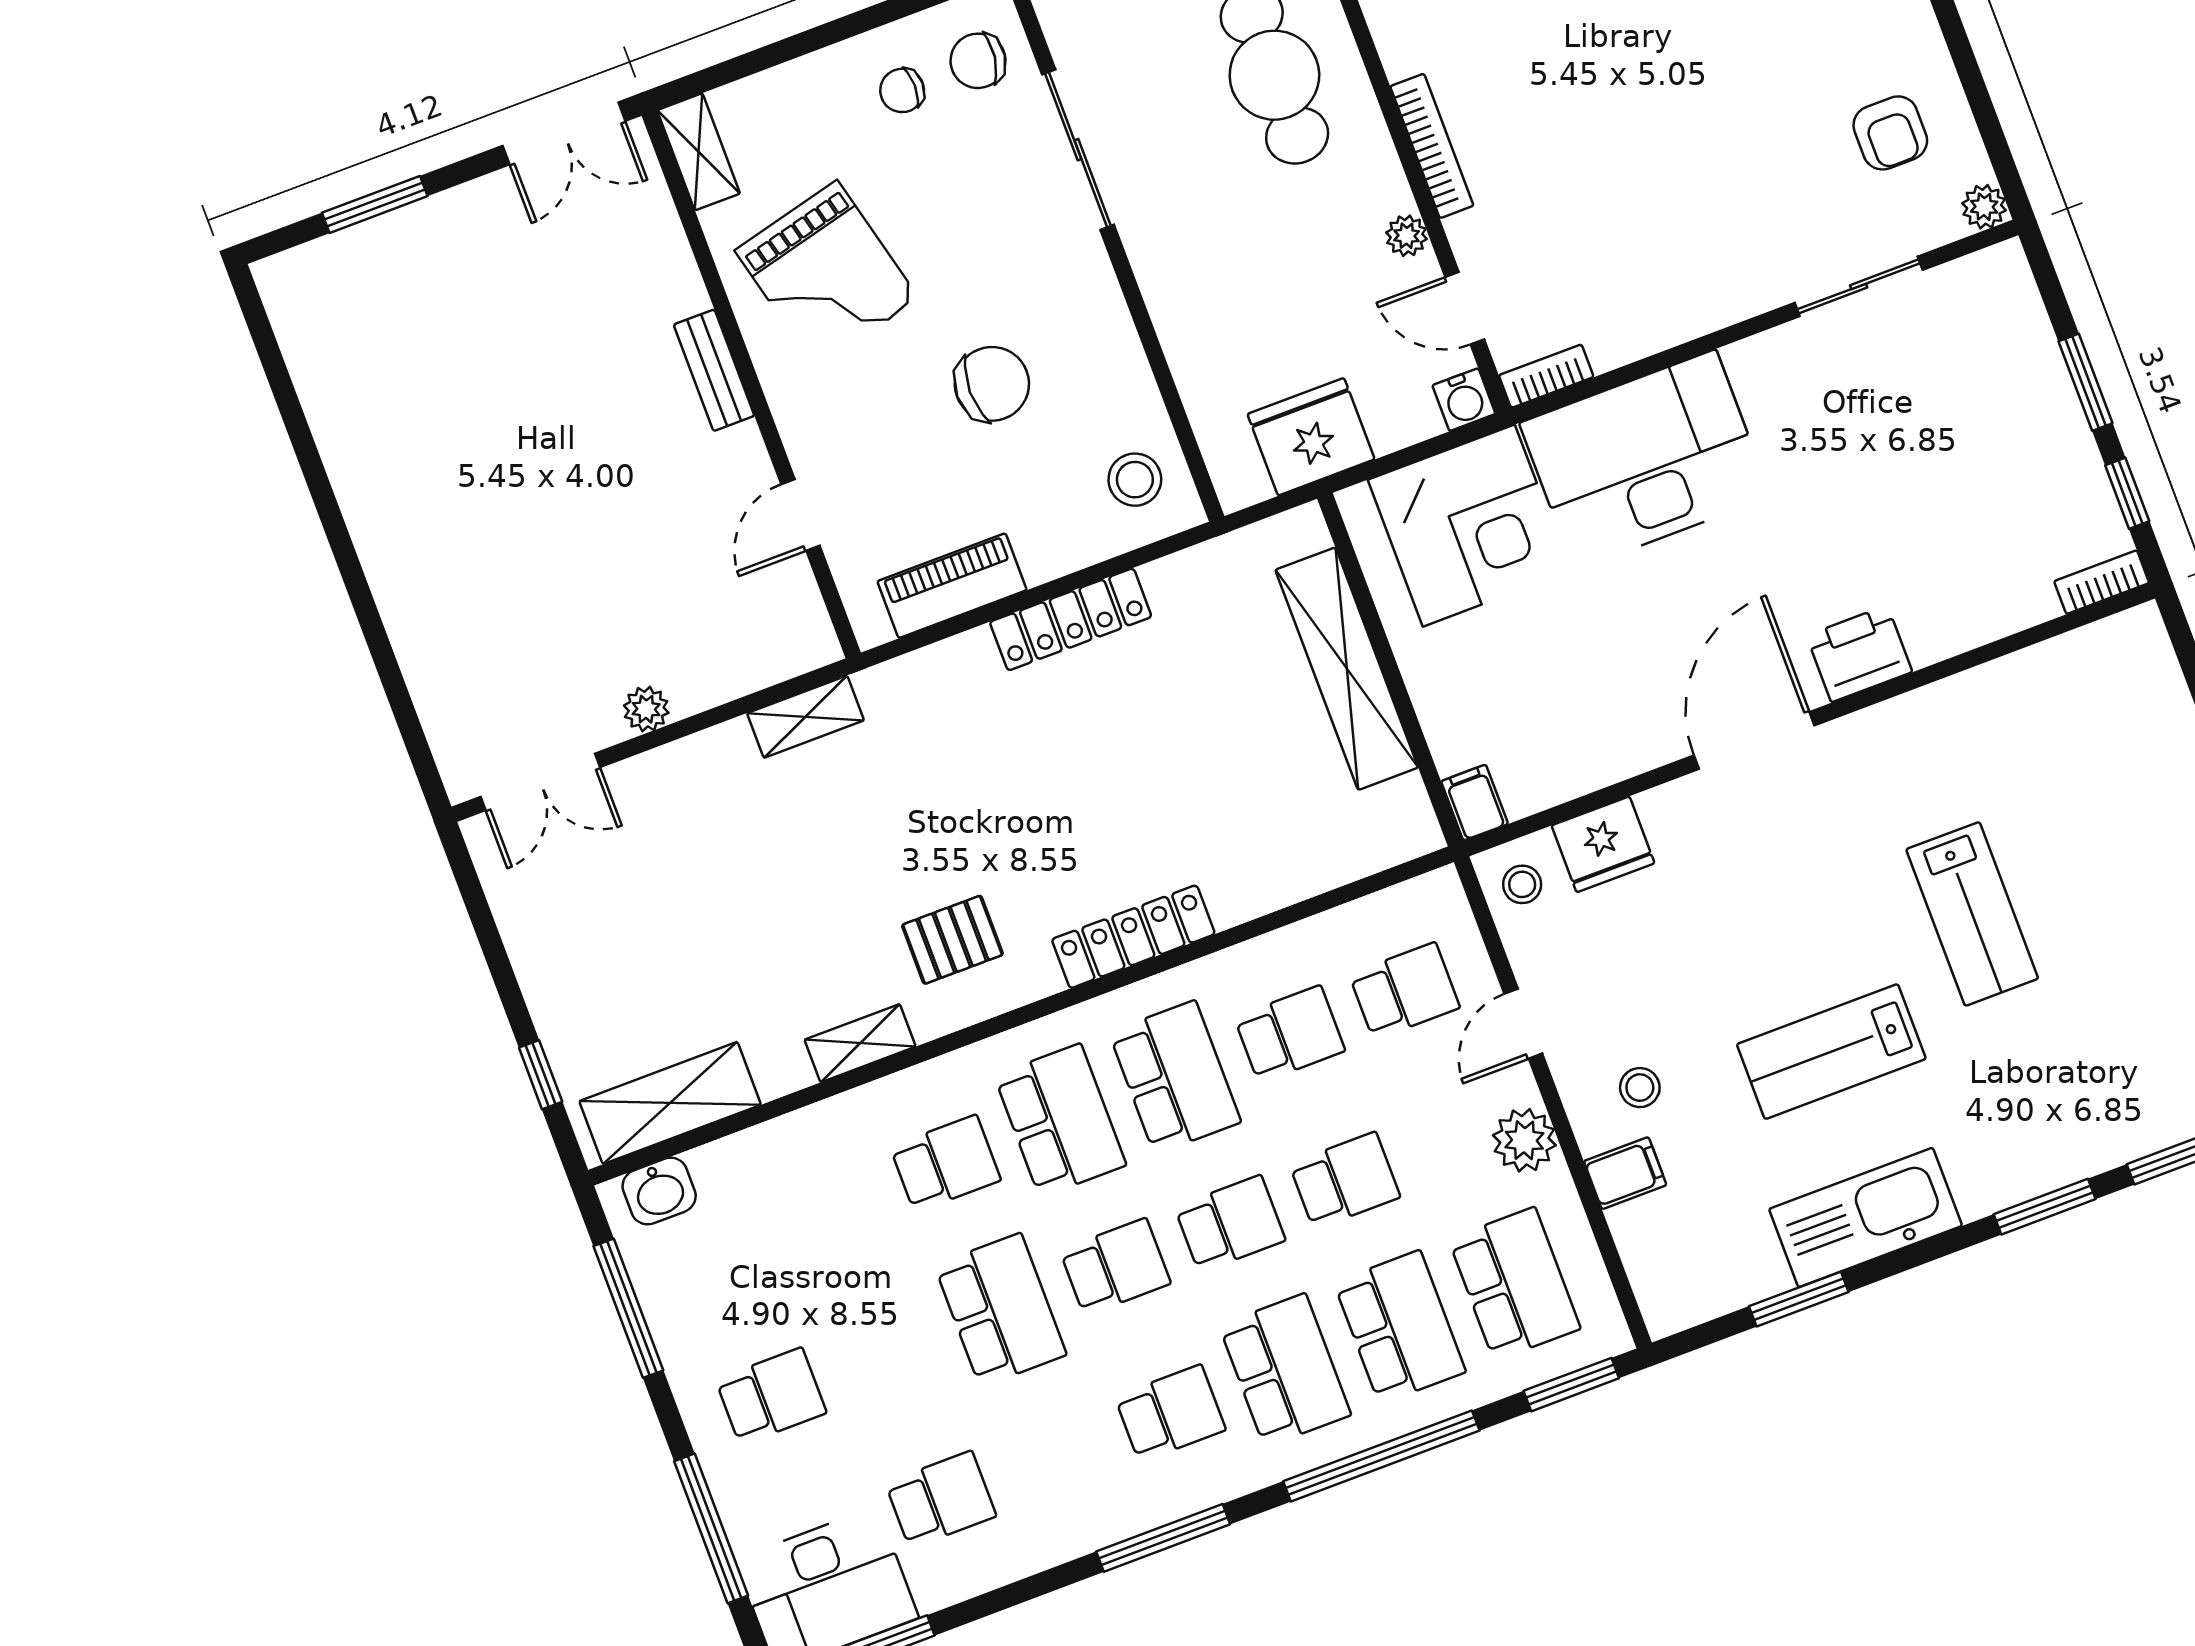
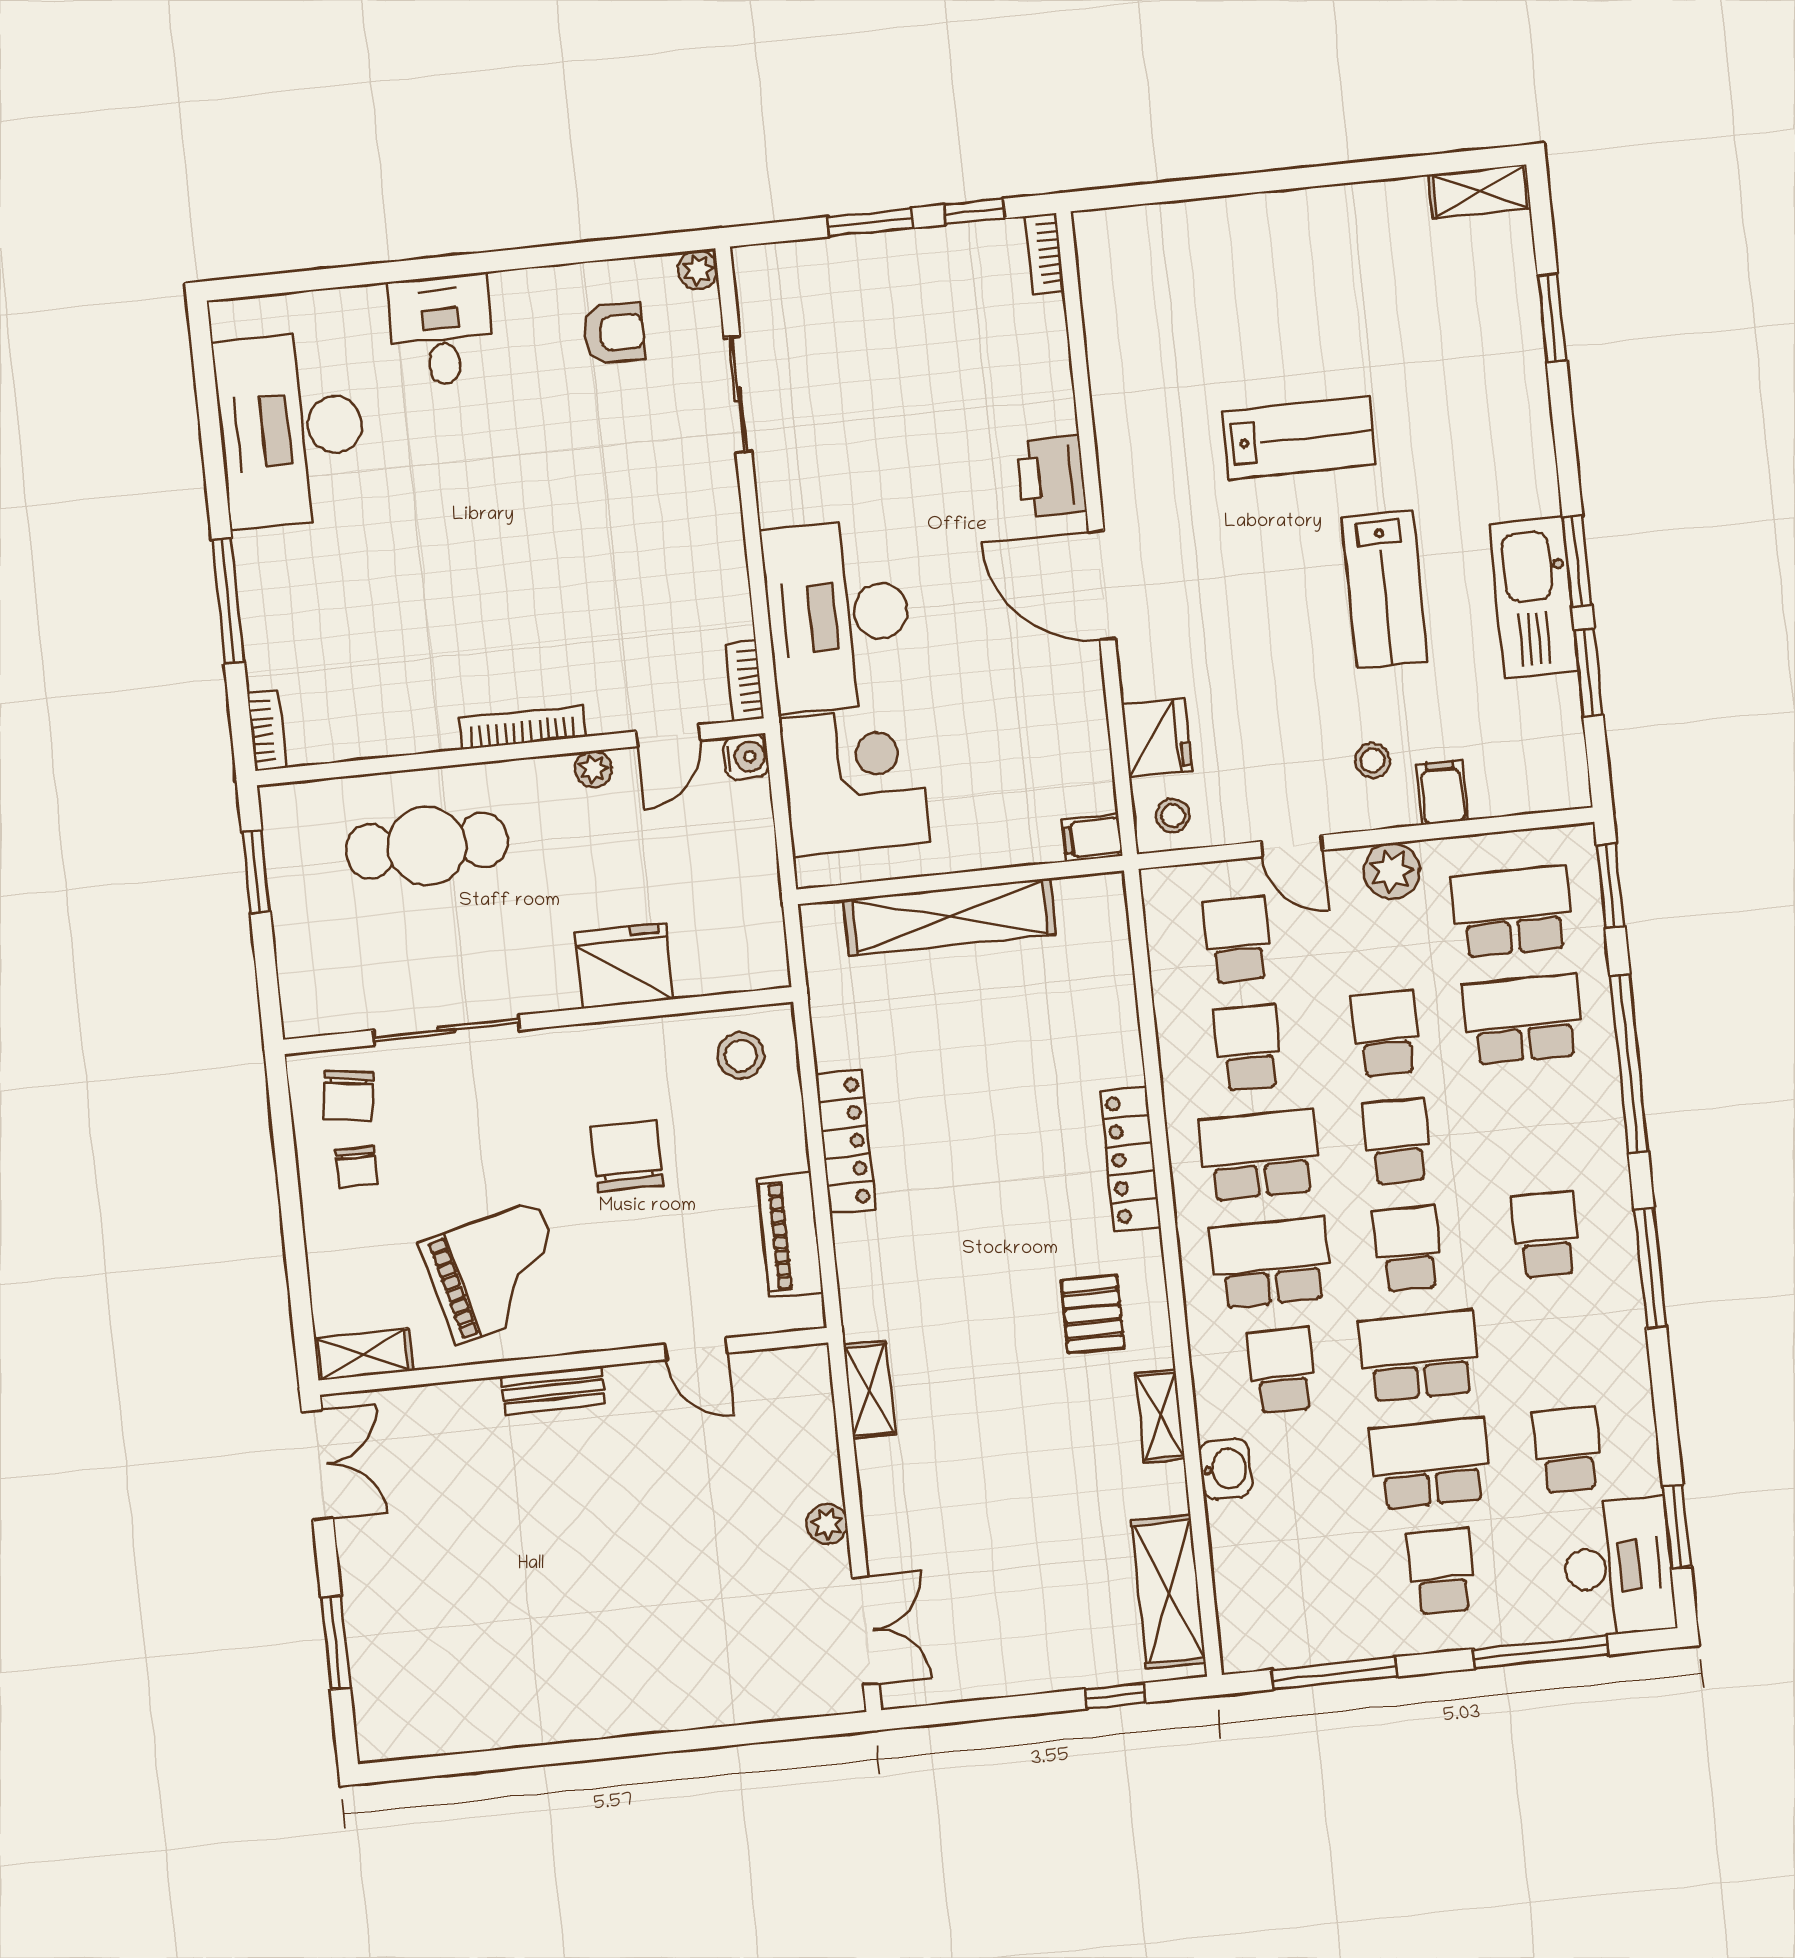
fridge: (1311, 437) -> (624, 966), moved, turned 90
washbasin: (659, 1191) -> (1226, 1469), moved
window: (2045, 1207) -> (1577, 561), moved
school desk: (1285, 1370) -> (1430, 1464), moved

